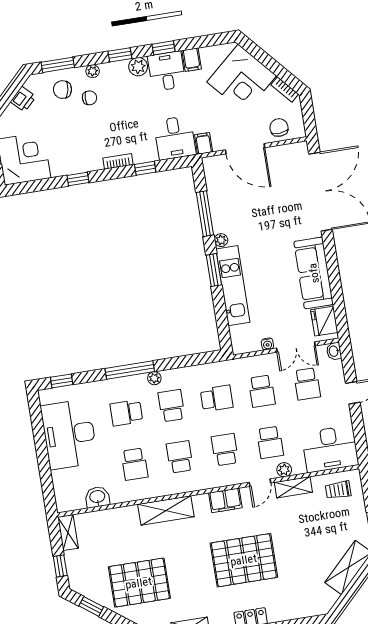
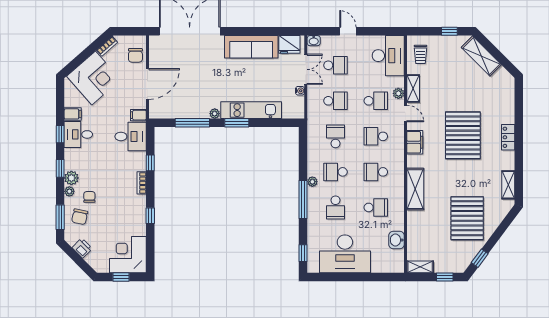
plant: (138, 67) -> (71, 178), moved
chair: (279, 128) -> (135, 55), turned -87

